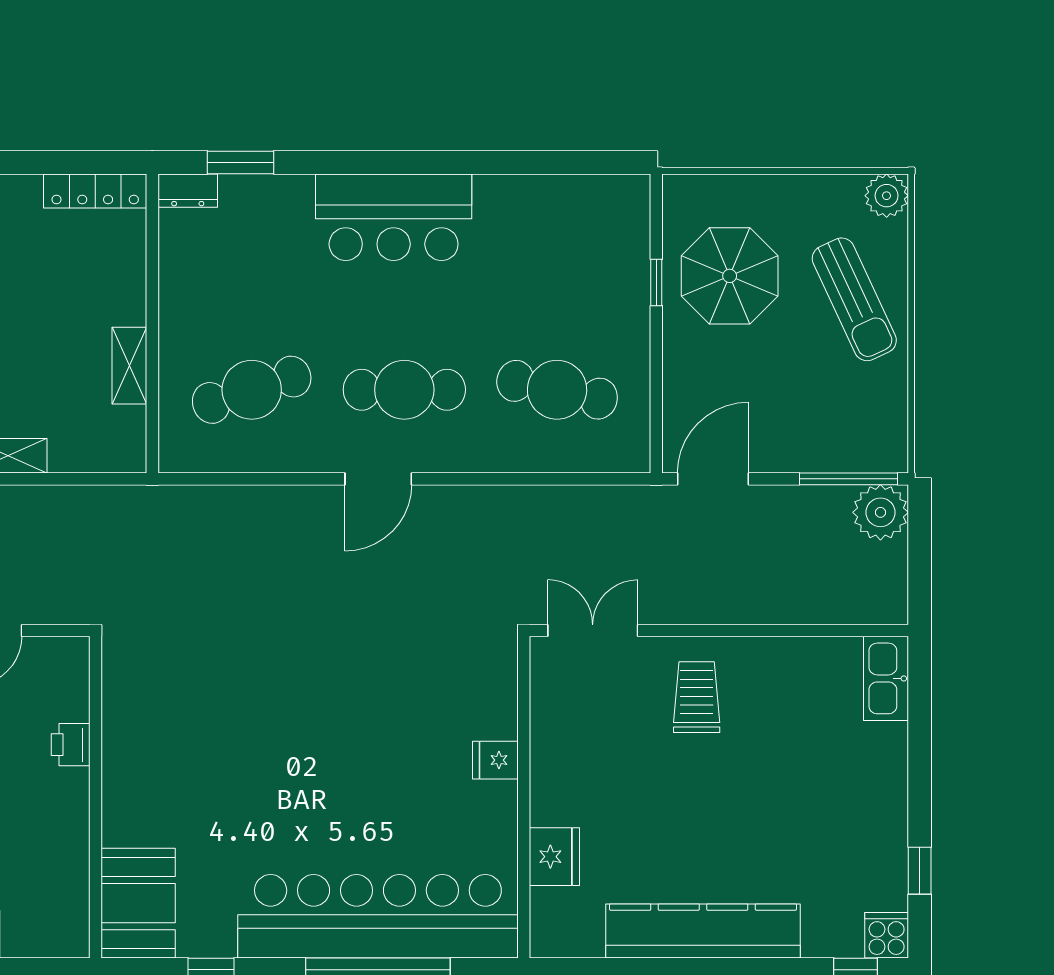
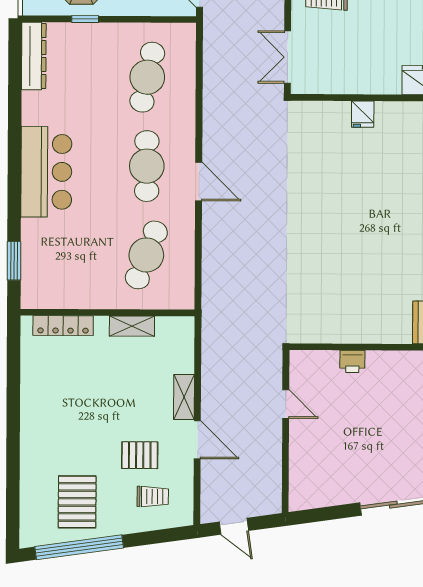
locker: (95, 191) -> (63, 326), moved, turned 90
dresser: (188, 191) -> (34, 56), moved, width x1.96, depth x1.24
cafe table: (252, 390) -> (146, 255), turned 39

